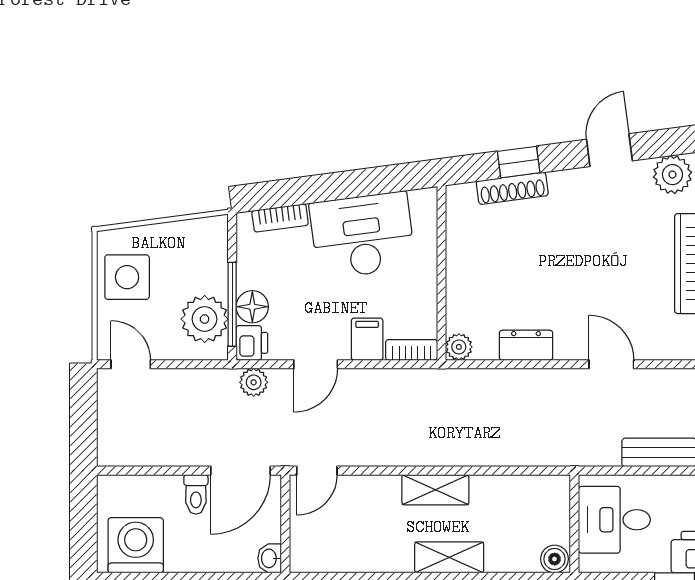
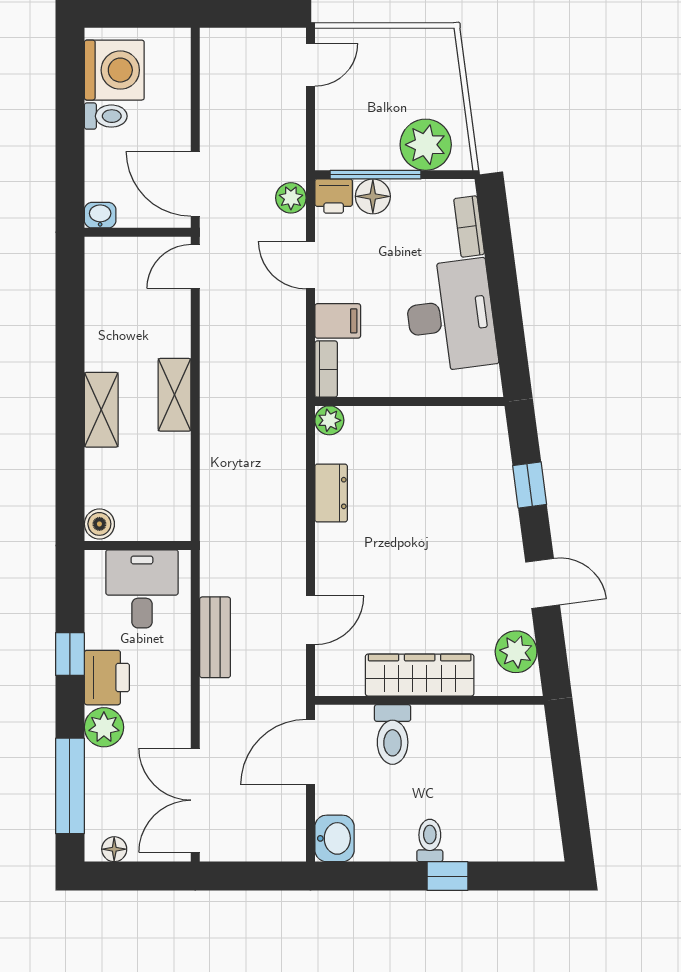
shoe rack: (512, 188) -> (501, 478), removed
side table: (127, 277) -> (405, 61), removed
plant: (205, 319) -> (426, 145), moved
door: (611, 364) -> (310, 620), moved
door: (317, 471) -> (195, 266), hinge flipped
toilet: (196, 494) -> (106, 116), moved, turned 180

